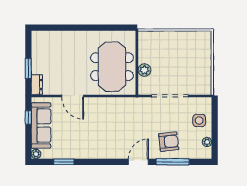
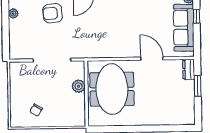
chair: (186, 47) -> (36, 110), added
window: (28, 117) -> (197, 16), moved
side table: (199, 120) -> (22, 35), removed

